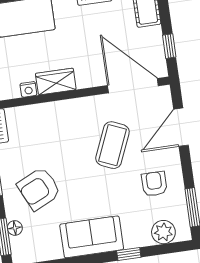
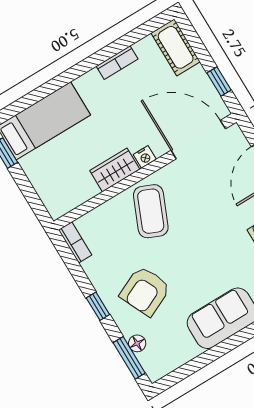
nightstand: (28, 89) -> (145, 157), moved
coffee table: (112, 145) -> (151, 211), moved

